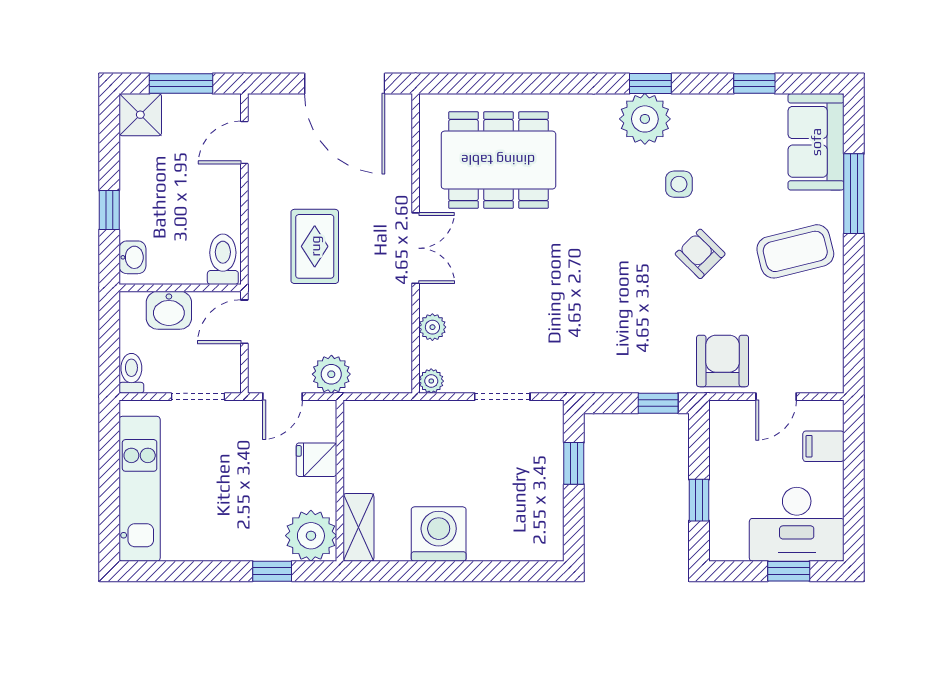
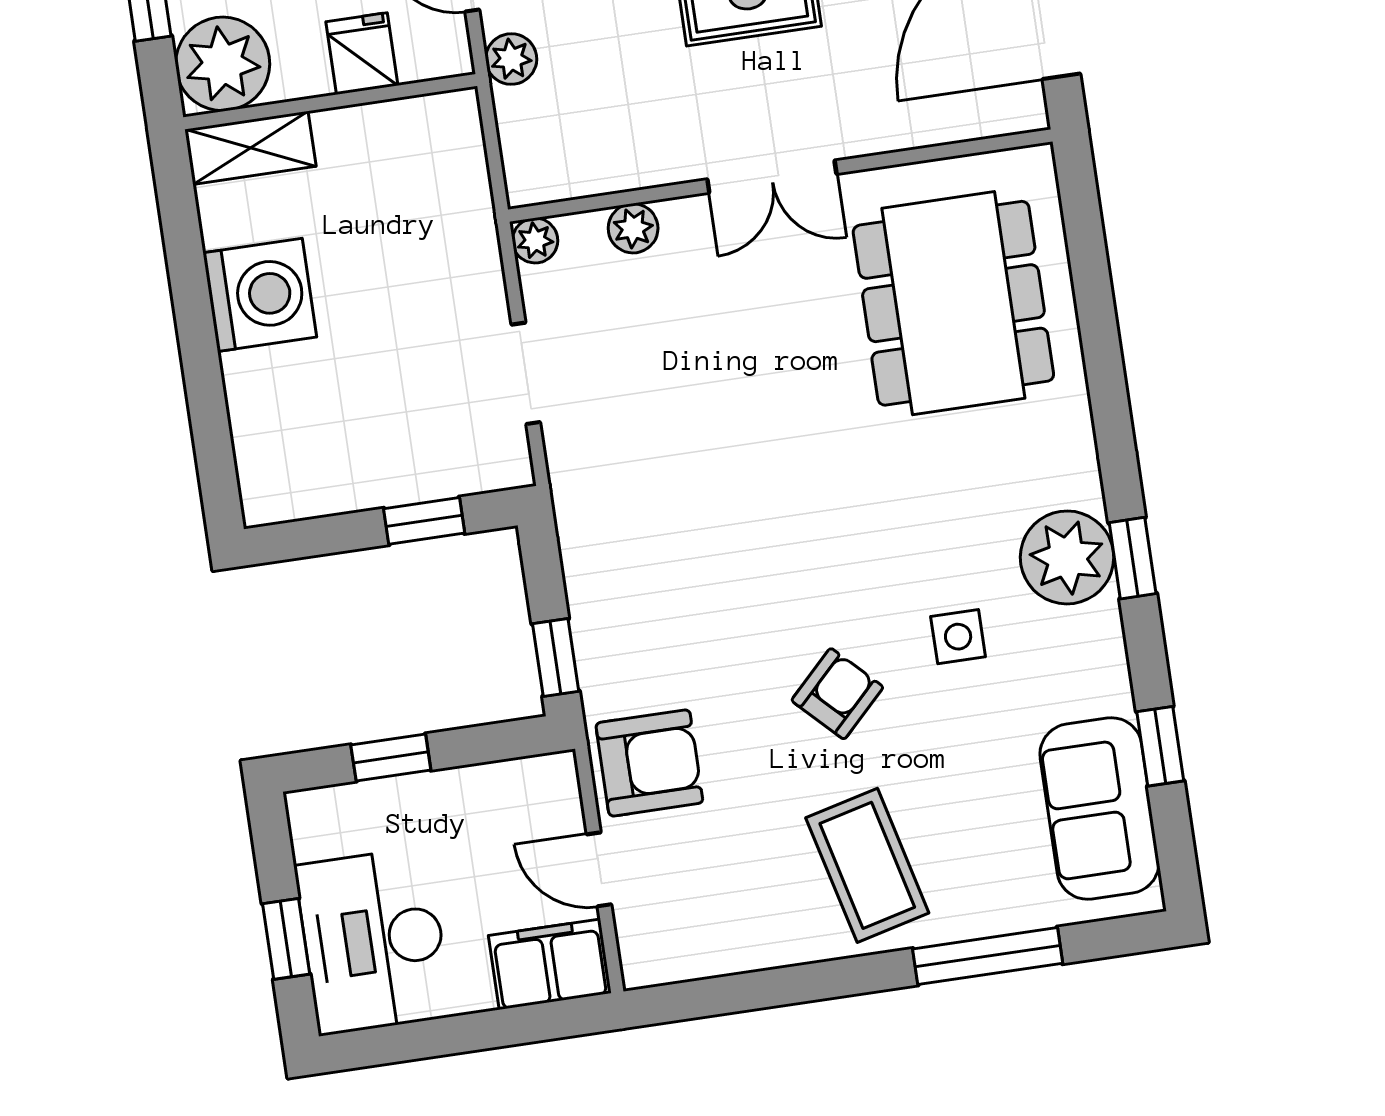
sofa: (816, 142) -> (1099, 809), moved, turned -90
plant: (331, 374) -> (511, 59), width x0.73, depth x0.73
filing cabinet: (823, 446) -> (550, 964), width x2.00

